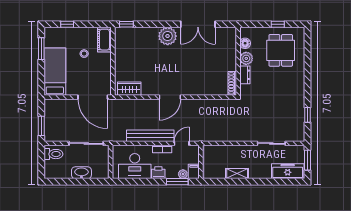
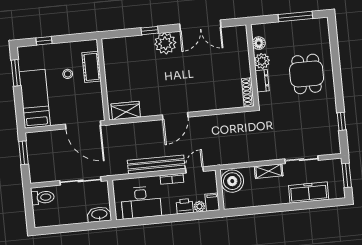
window: (126, 24) -> (150, 31), moved
window: (278, 24) -> (295, 16), width x2.17
cot: (104, 40) -> (92, 67), moved
dining table: (281, 50) -> (307, 74), moved
window: (41, 126) -> (24, 153), moved
boiler: (212, 156) -> (232, 181), added
freezer: (288, 171) -> (309, 192), moved
washbasin: (81, 173) -> (99, 214), moved
printer: (158, 173) -> (185, 206), moved
shelving: (237, 174) -> (269, 171), moved
window: (177, 182) -> (194, 216), removed

